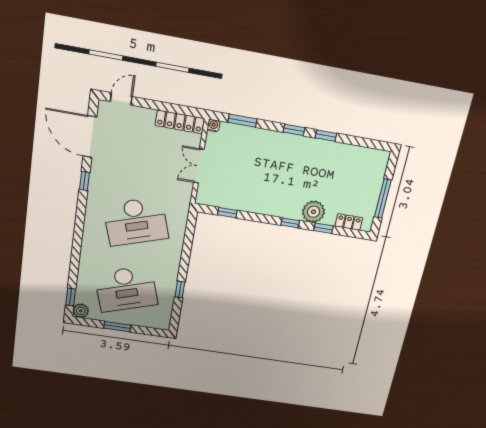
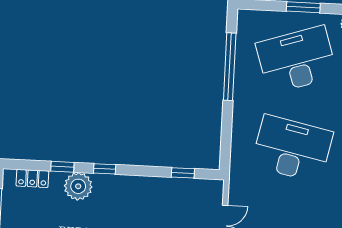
desk: (136, 222) -> (292, 149), turned 30
window: (180, 289) -> (230, 67), width x3.17

